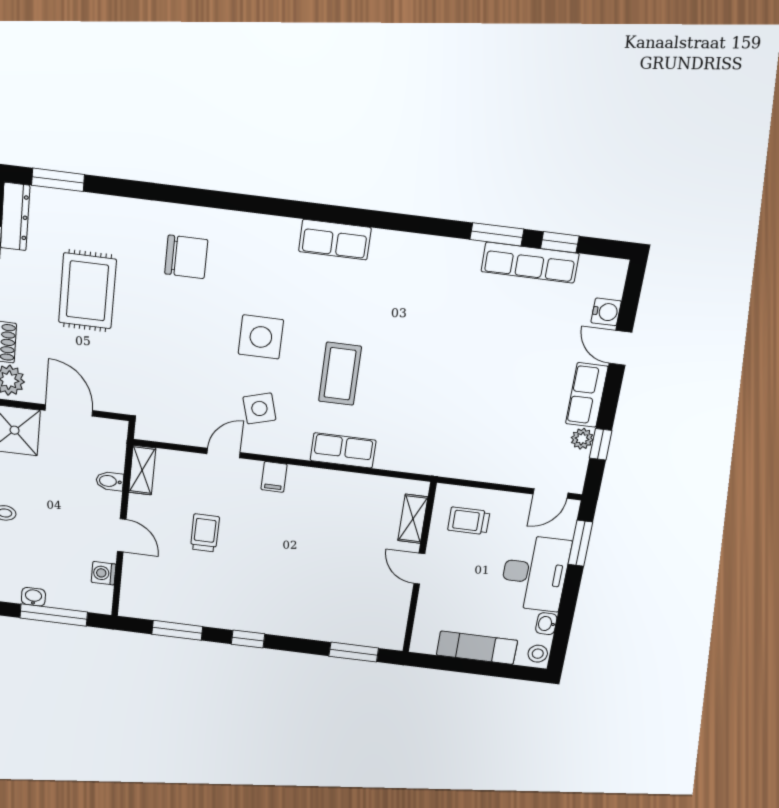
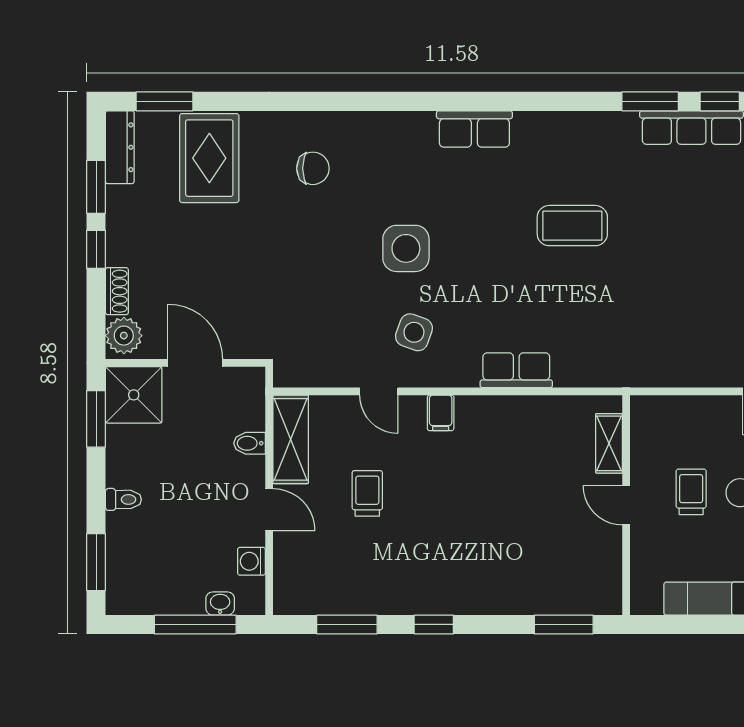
chair: (186, 257) -> (313, 168), width x0.73, depth x0.73
rug: (87, 291) -> (209, 158), moved
coffee table: (340, 374) -> (572, 226), moved, turned 90
side table: (259, 408) -> (414, 332), turned 36
door: (224, 453) -> (379, 391), swing flipped
shelving: (142, 470) -> (291, 439), width x1.50, depth x1.33
trolley: (469, 521) -> (691, 492), moved, turned 90
washbasin: (33, 597) -> (220, 603), moved

